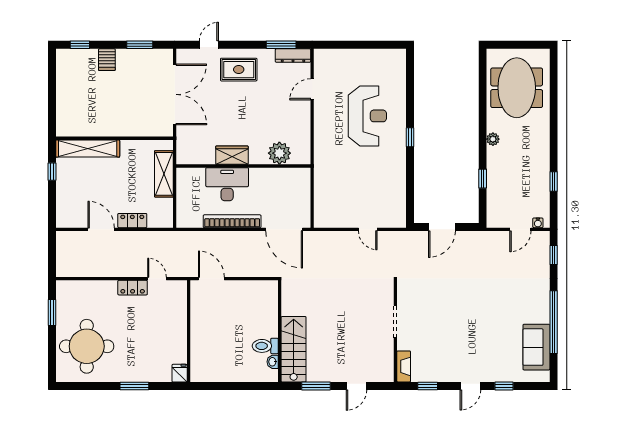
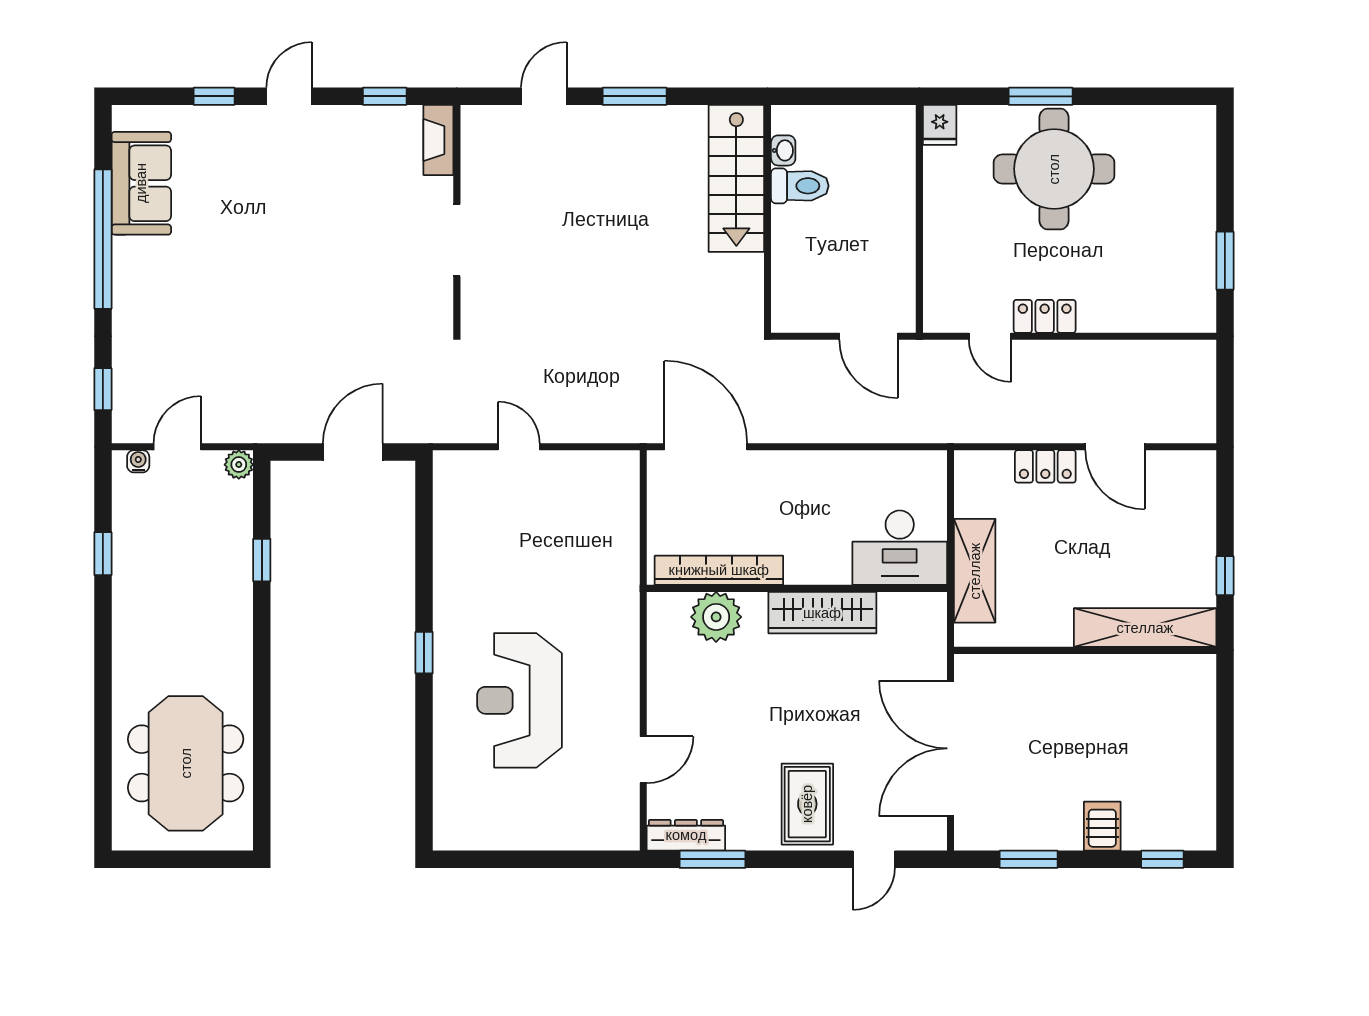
rug: (239, 70) -> (807, 804), turned 90
plant: (493, 139) -> (239, 465), moved
wardrobe: (232, 155) -> (822, 613), width x1.50
desk: (227, 184) -> (900, 548), moved
bookcase: (232, 221) -> (719, 570), moved, turned 180
wall: (280, 331) -> (768, 219), moved
round table: (87, 346) -> (1054, 169), moved
toilet: (265, 346) -> (800, 186), moved
stairs: (294, 349) -> (736, 178), moved
washbasin: (273, 362) -> (783, 150), moved

